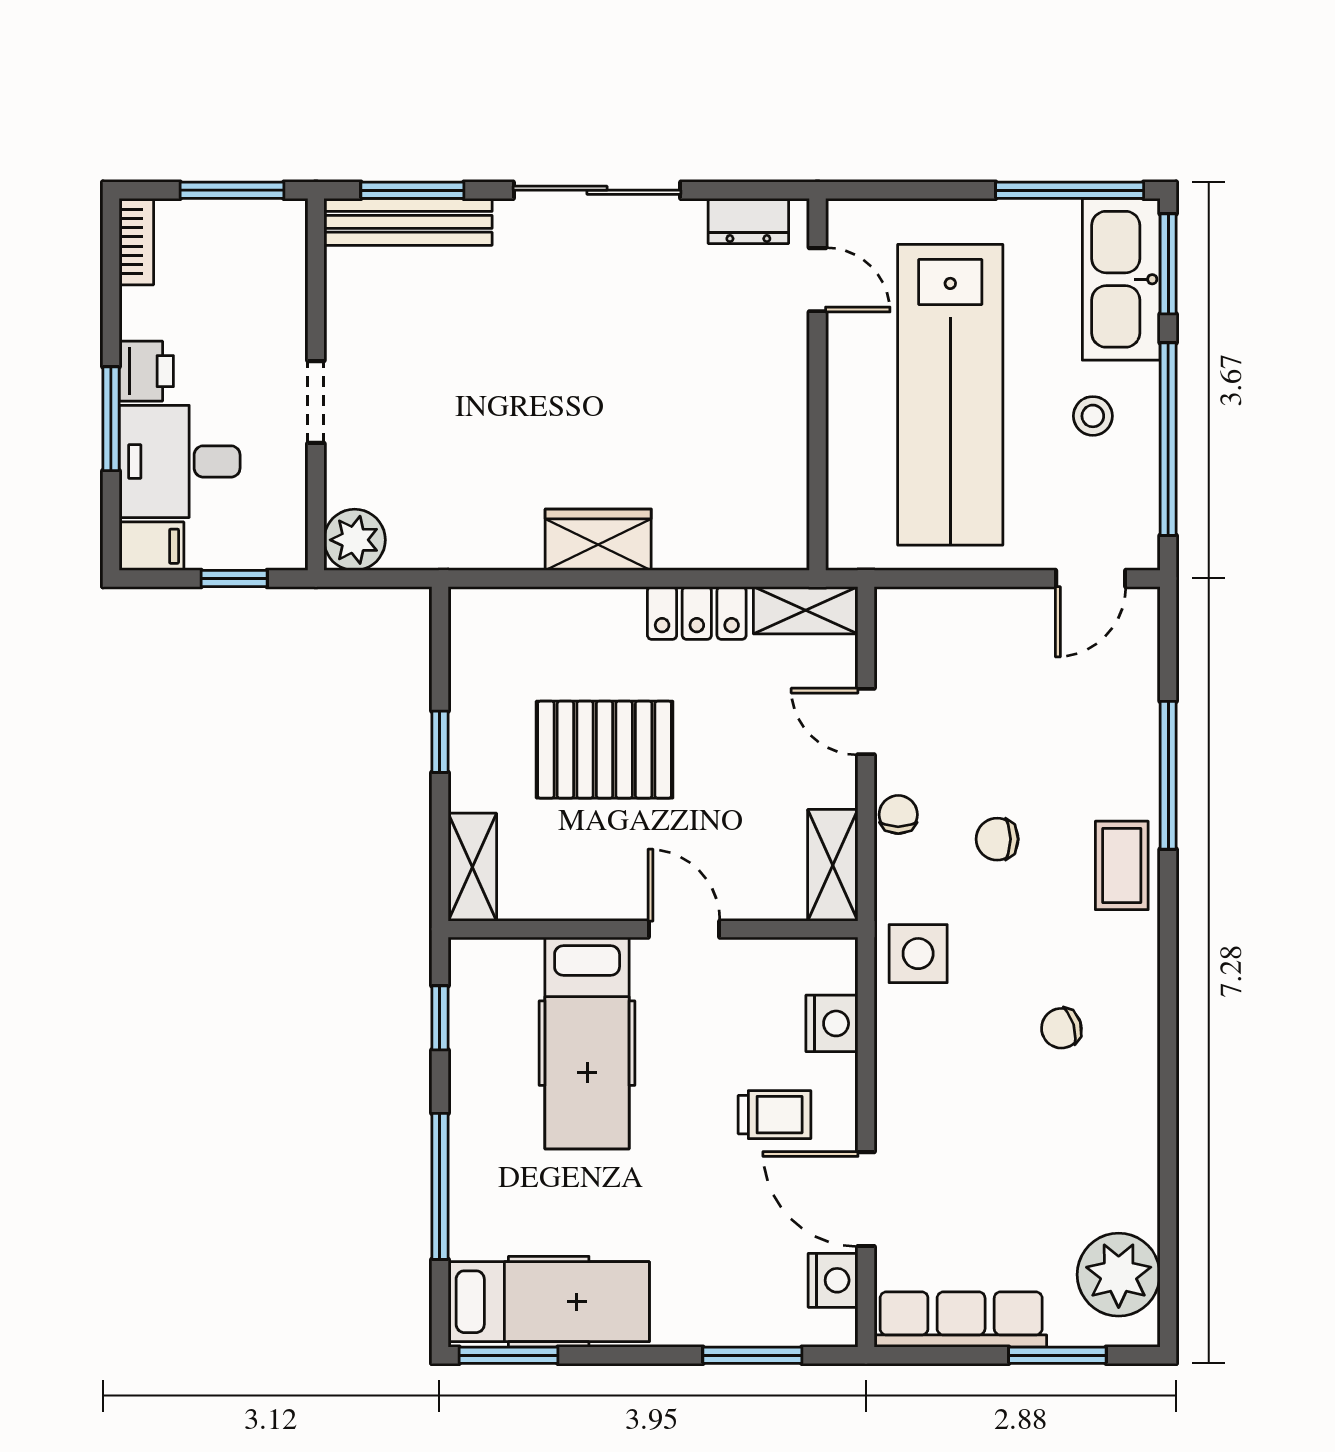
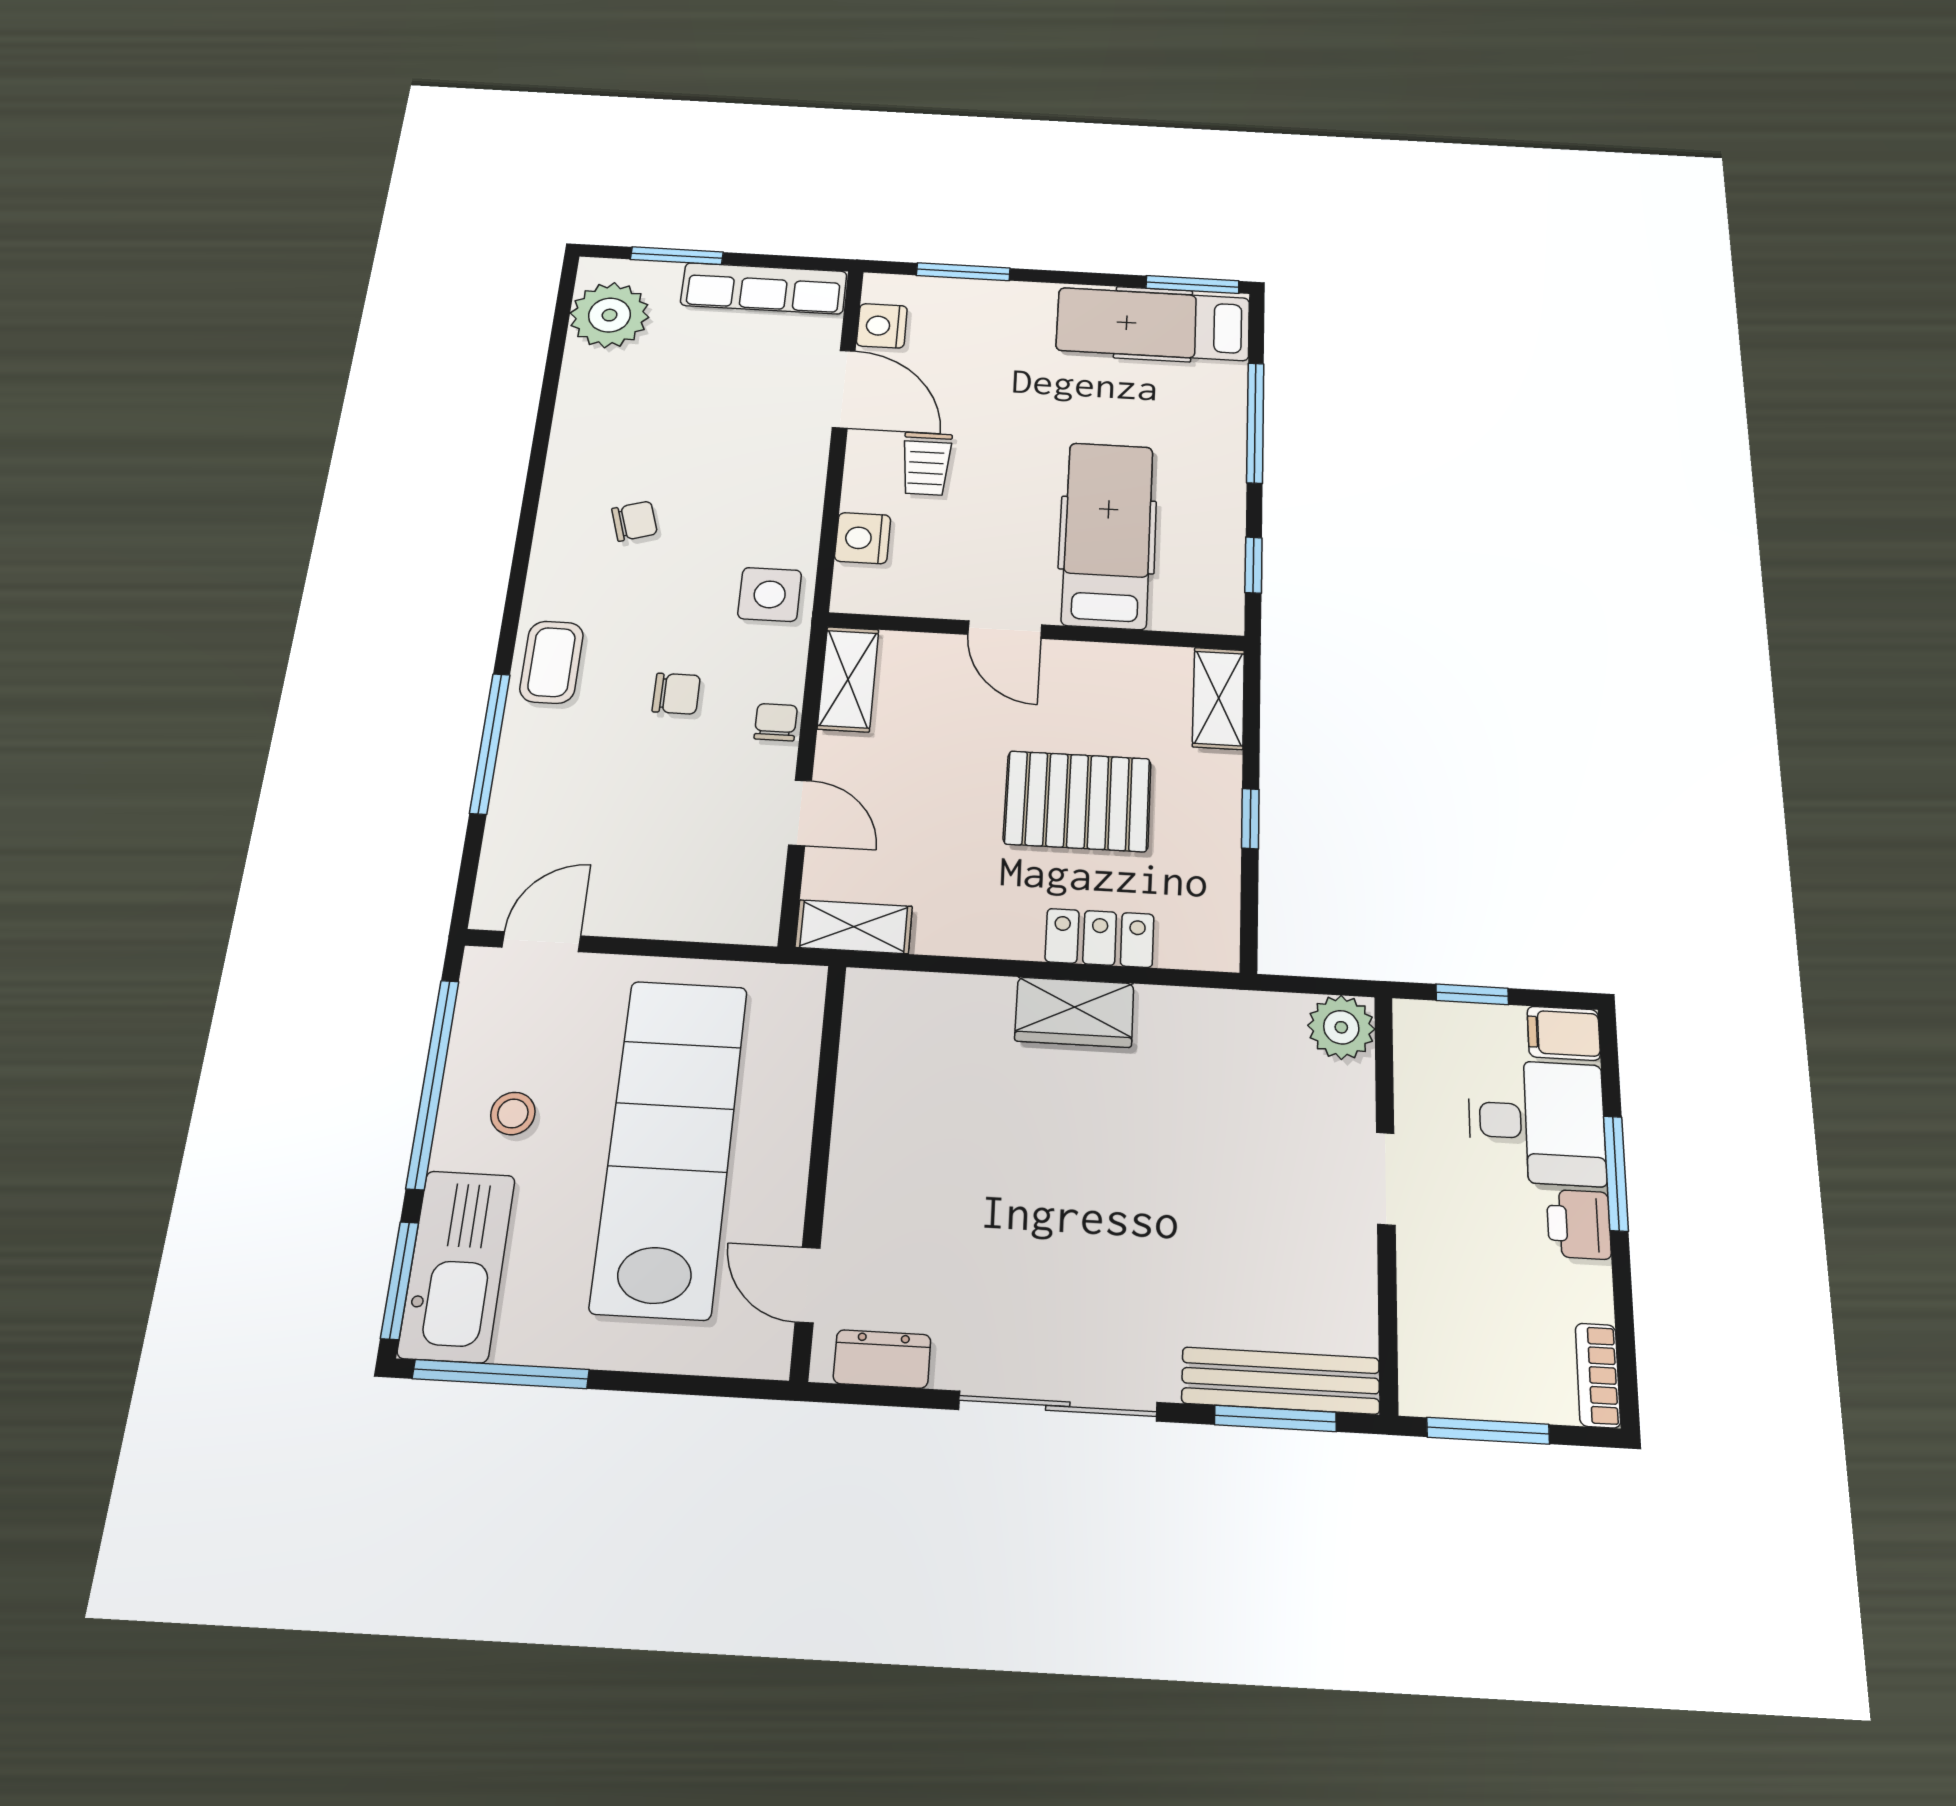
locker: (697, 613) -> (1100, 938), moved
chair: (898, 815) -> (776, 722), turned 180
trolley: (775, 1115) -> (926, 464), turned -90

